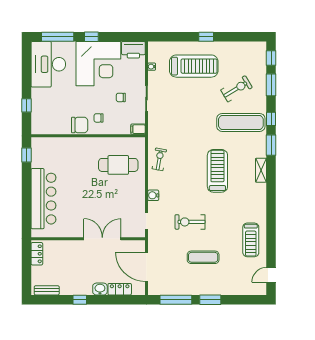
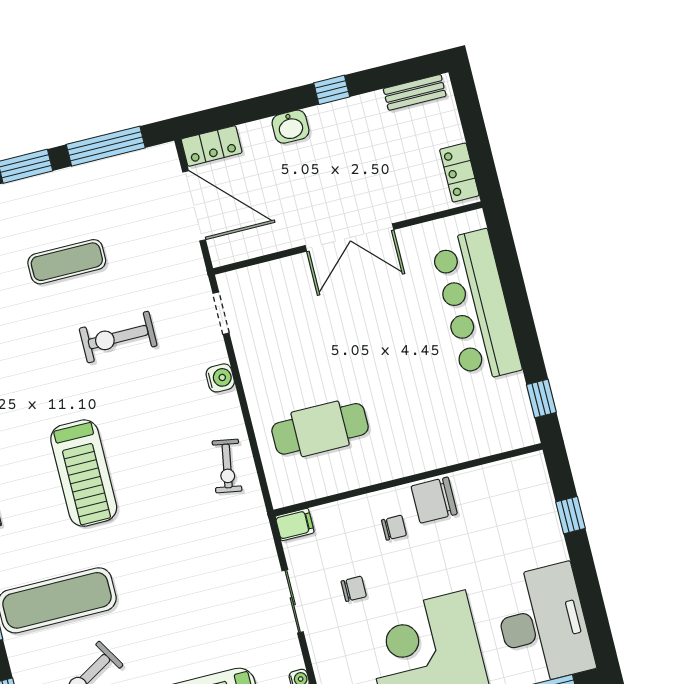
exercise bike: (190, 222) -> (118, 337), turned 180
double door: (102, 239) -> (349, 238), moved
locker: (120, 289) -> (212, 146), moved

